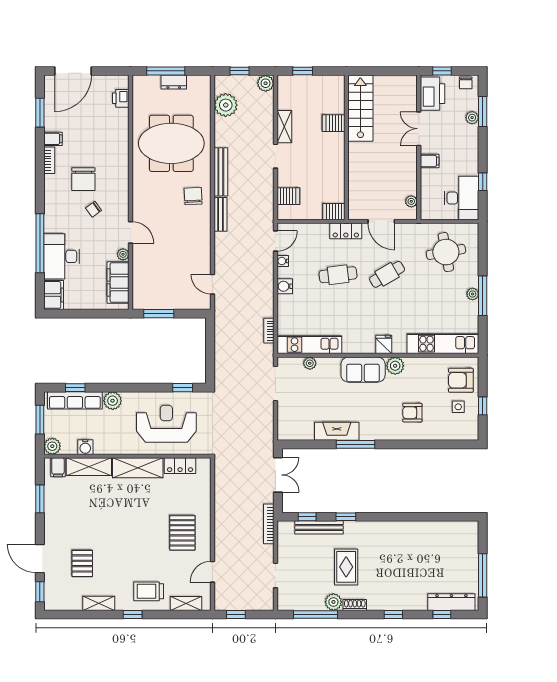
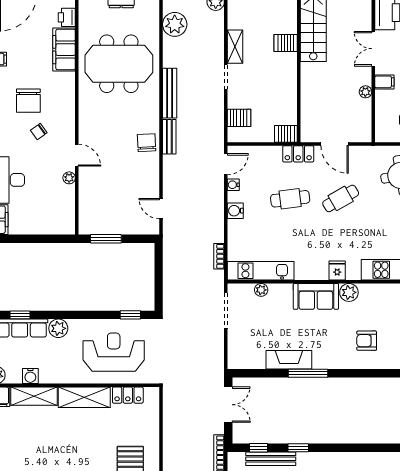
chair: (193, 196) -> (147, 143), moved
plant: (411, 201) -> (365, 92), moved
filing cabinet: (118, 282) -> (64, 50), moved

